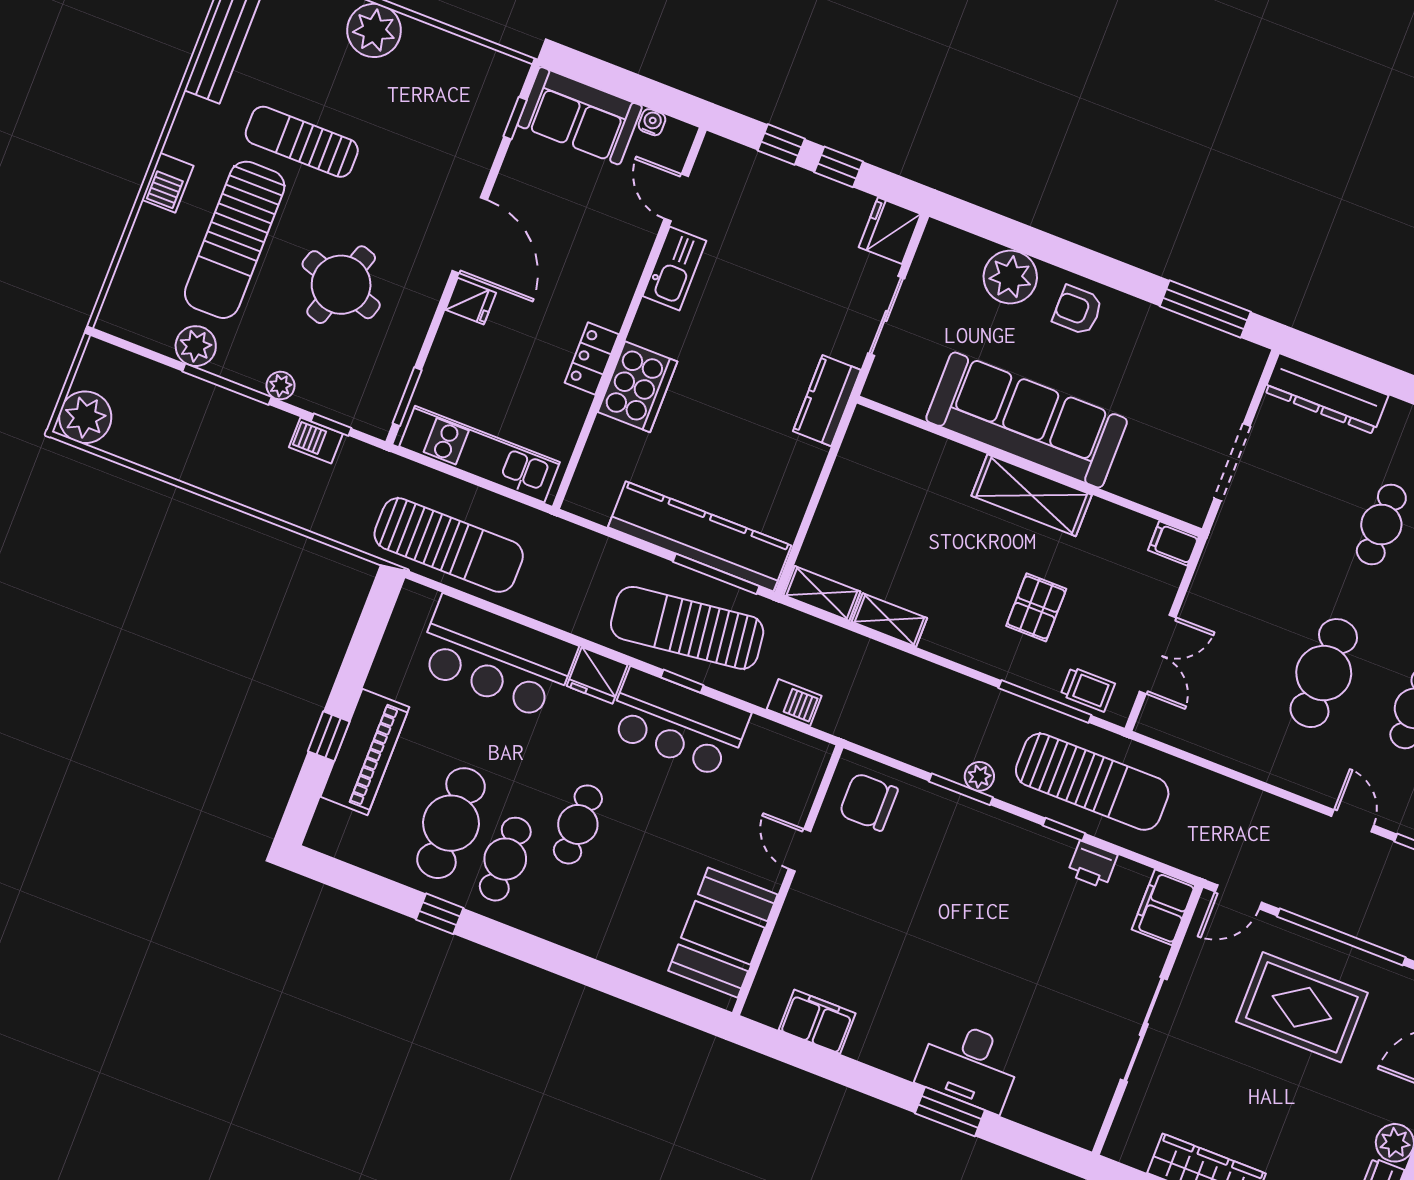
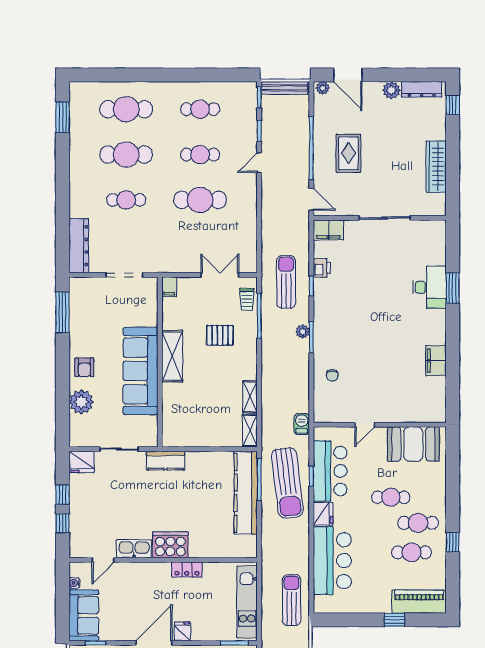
cooker: (638, 387) -> (170, 545), moved
sun lounger: (449, 545) -> (292, 600), width x0.73, depth x0.75
trolley: (1088, 689) -> (247, 299), turned 180
piano: (365, 752) -> (419, 602), moved
sun lounger: (1092, 782) -> (286, 282), width x0.73, depth x0.75
chair: (868, 802) -> (332, 375), width x0.54, depth x0.54
cafe table: (451, 823) -> (412, 552), width x0.73, depth x0.74
door: (799, 850) -> (365, 425), moved
wall: (788, 880) -> (380, 425), moved
booth: (723, 933) -> (413, 444), moved
rug: (1302, 1007) -> (348, 153), width x0.73, depth x0.70

